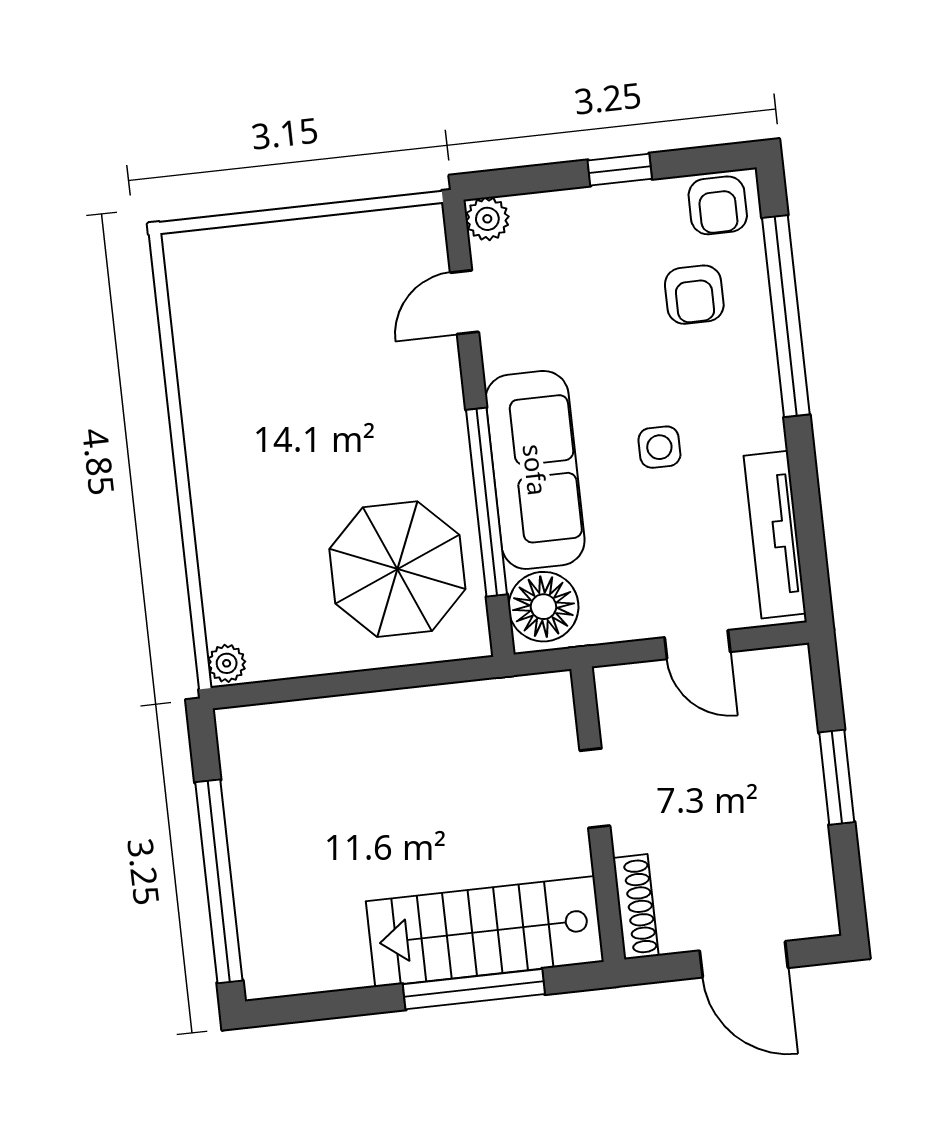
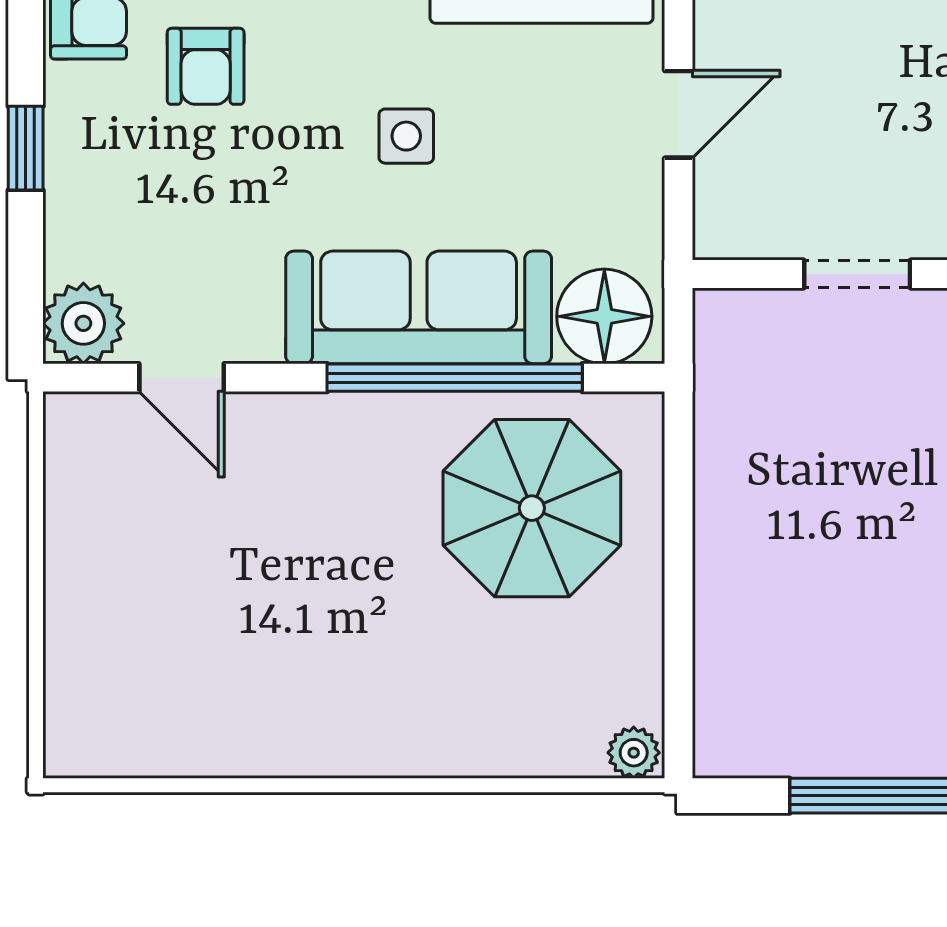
plant: (487, 219) -> (83, 323), width x1.38, depth x1.38
armchair: (694, 295) -> (206, 66), turned 90

